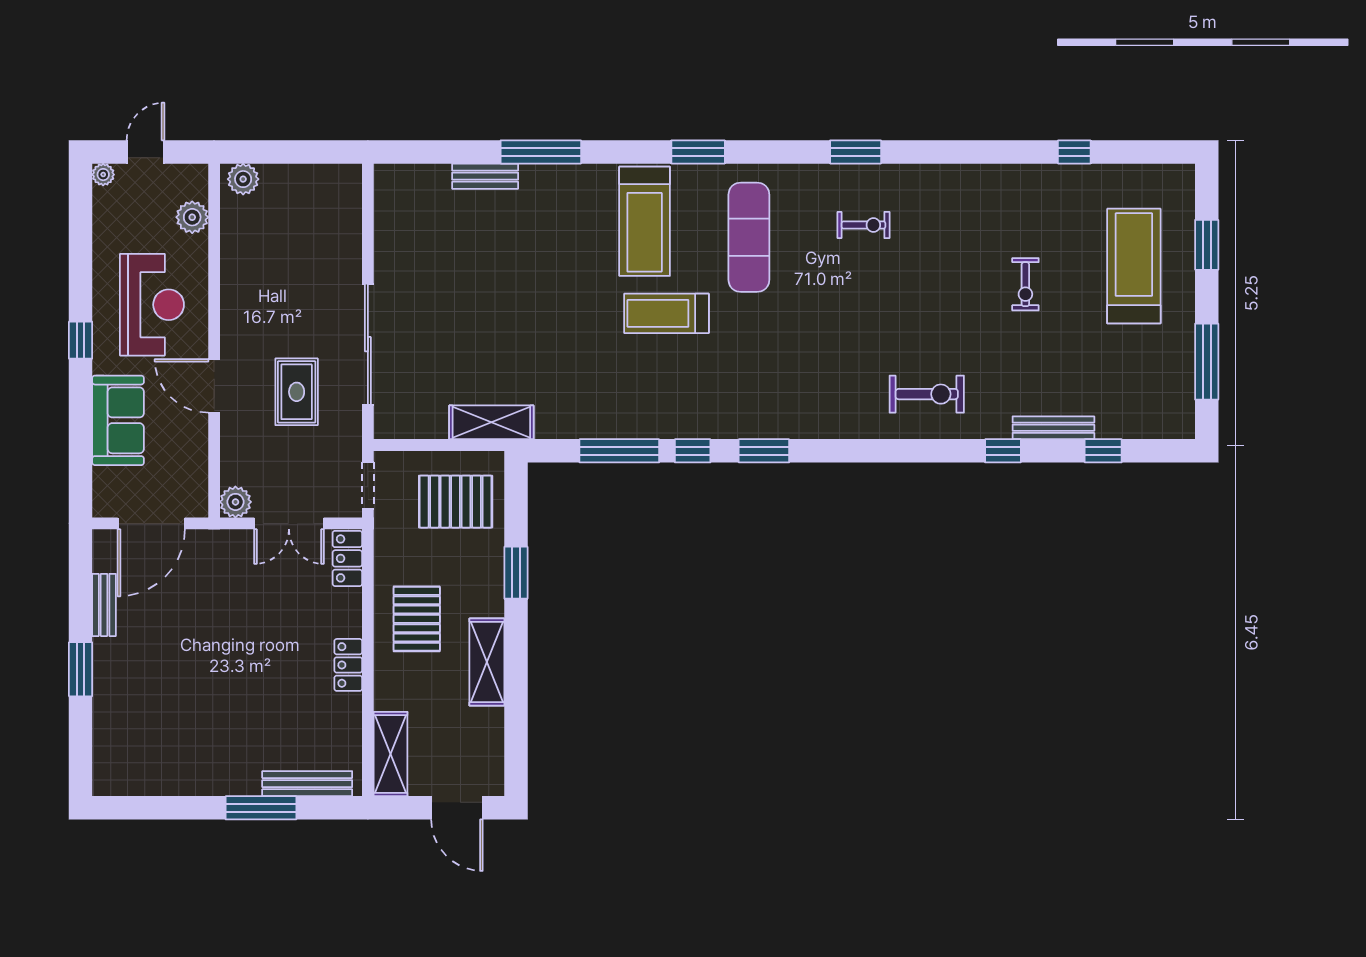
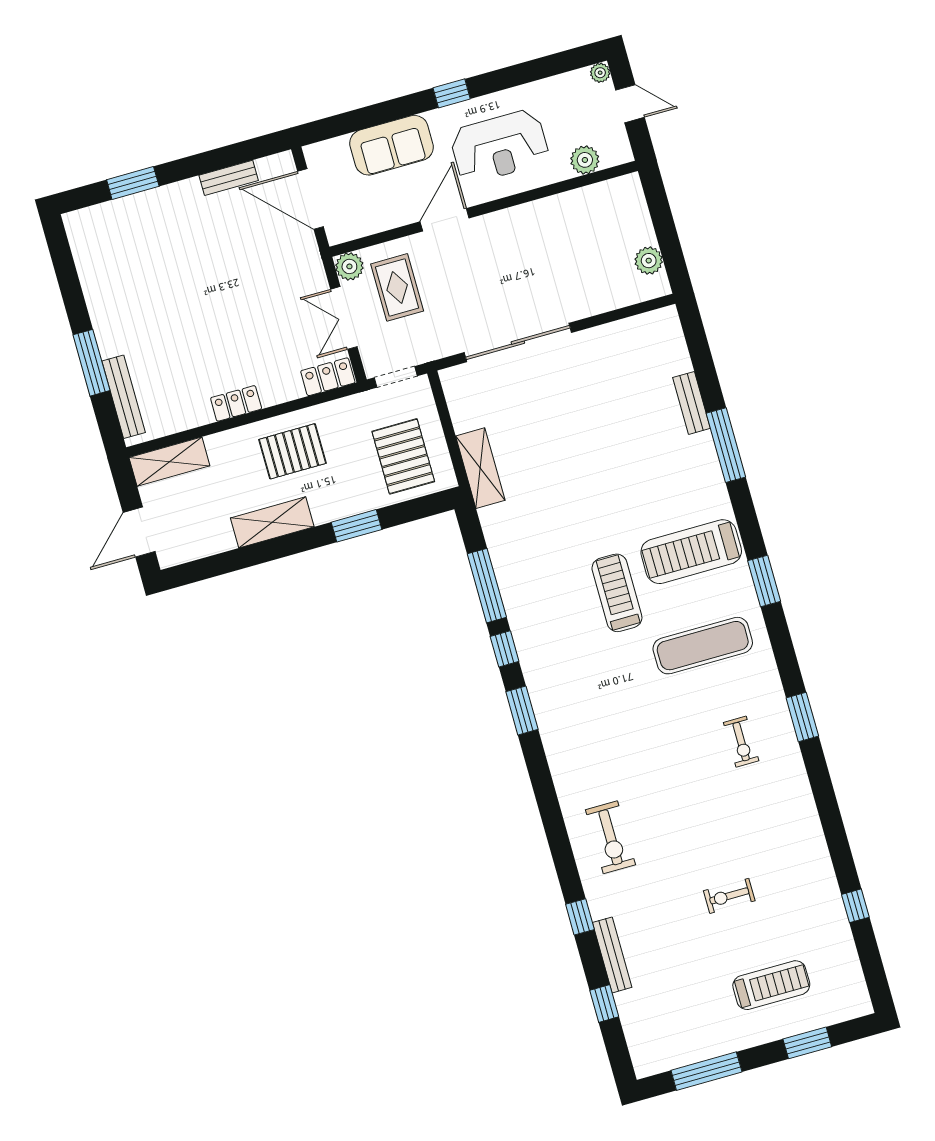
plant: (243, 179) -> (649, 261), moved
treadmill: (1134, 266) -> (771, 985), width x0.73, depth x0.73
rug: (297, 392) -> (397, 287), moved, turned 90
window: (81, 669) -> (133, 183), moved

